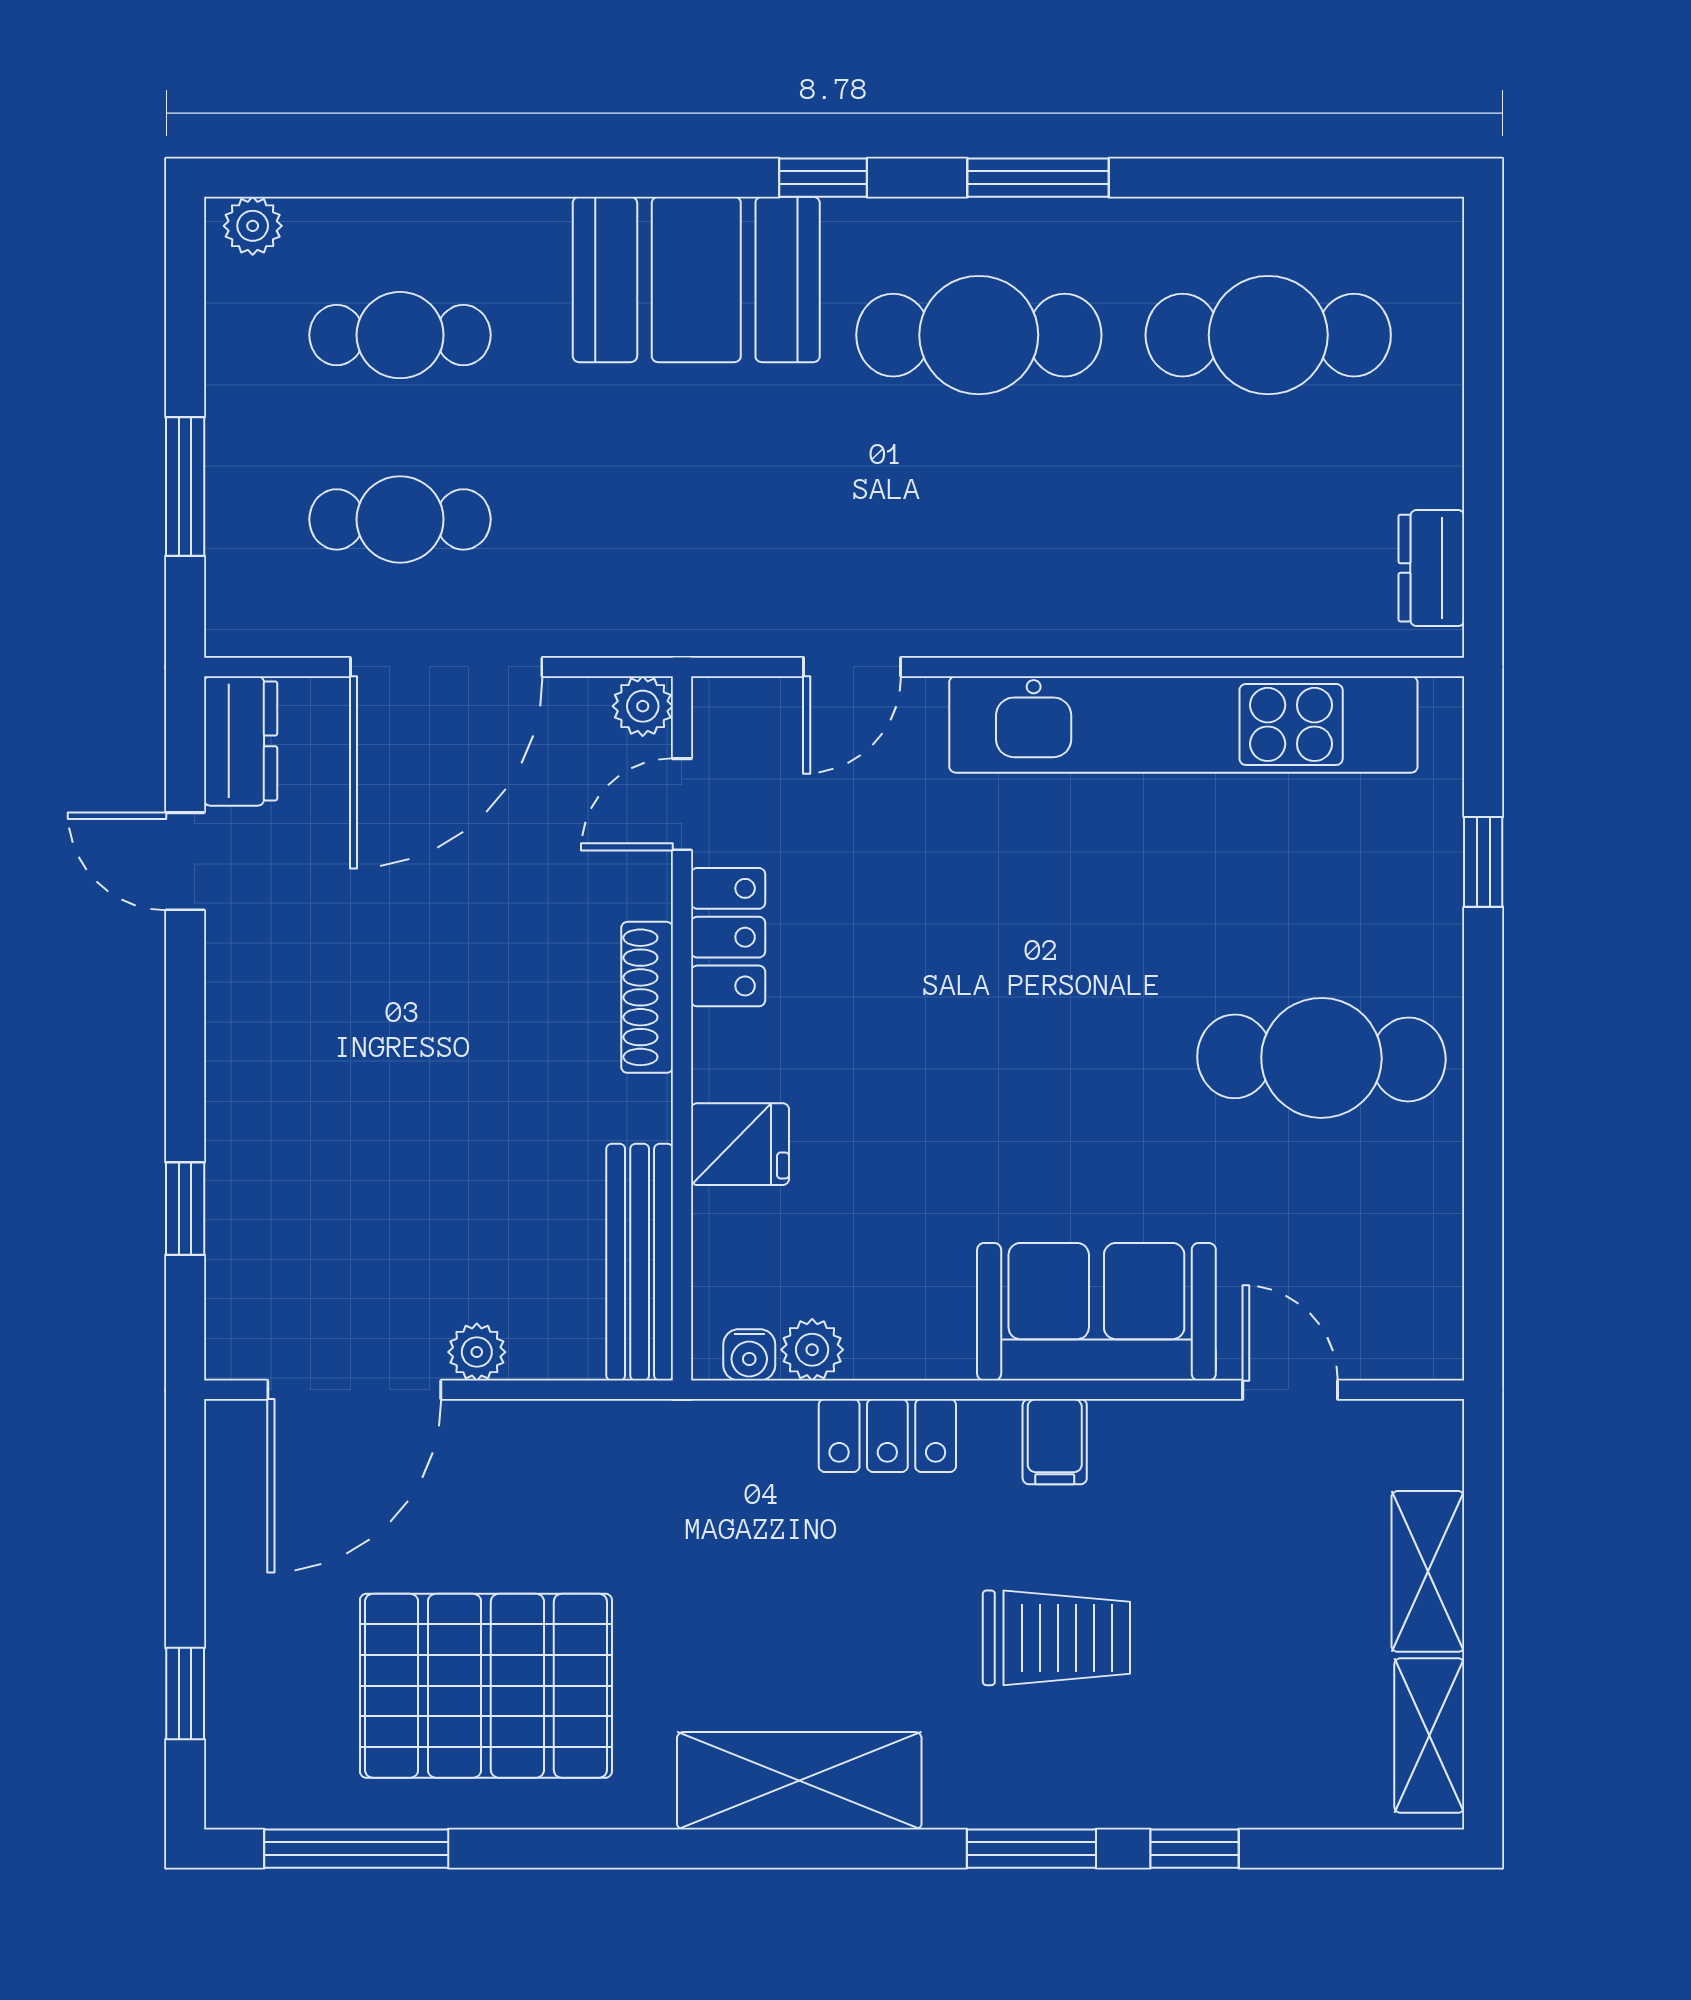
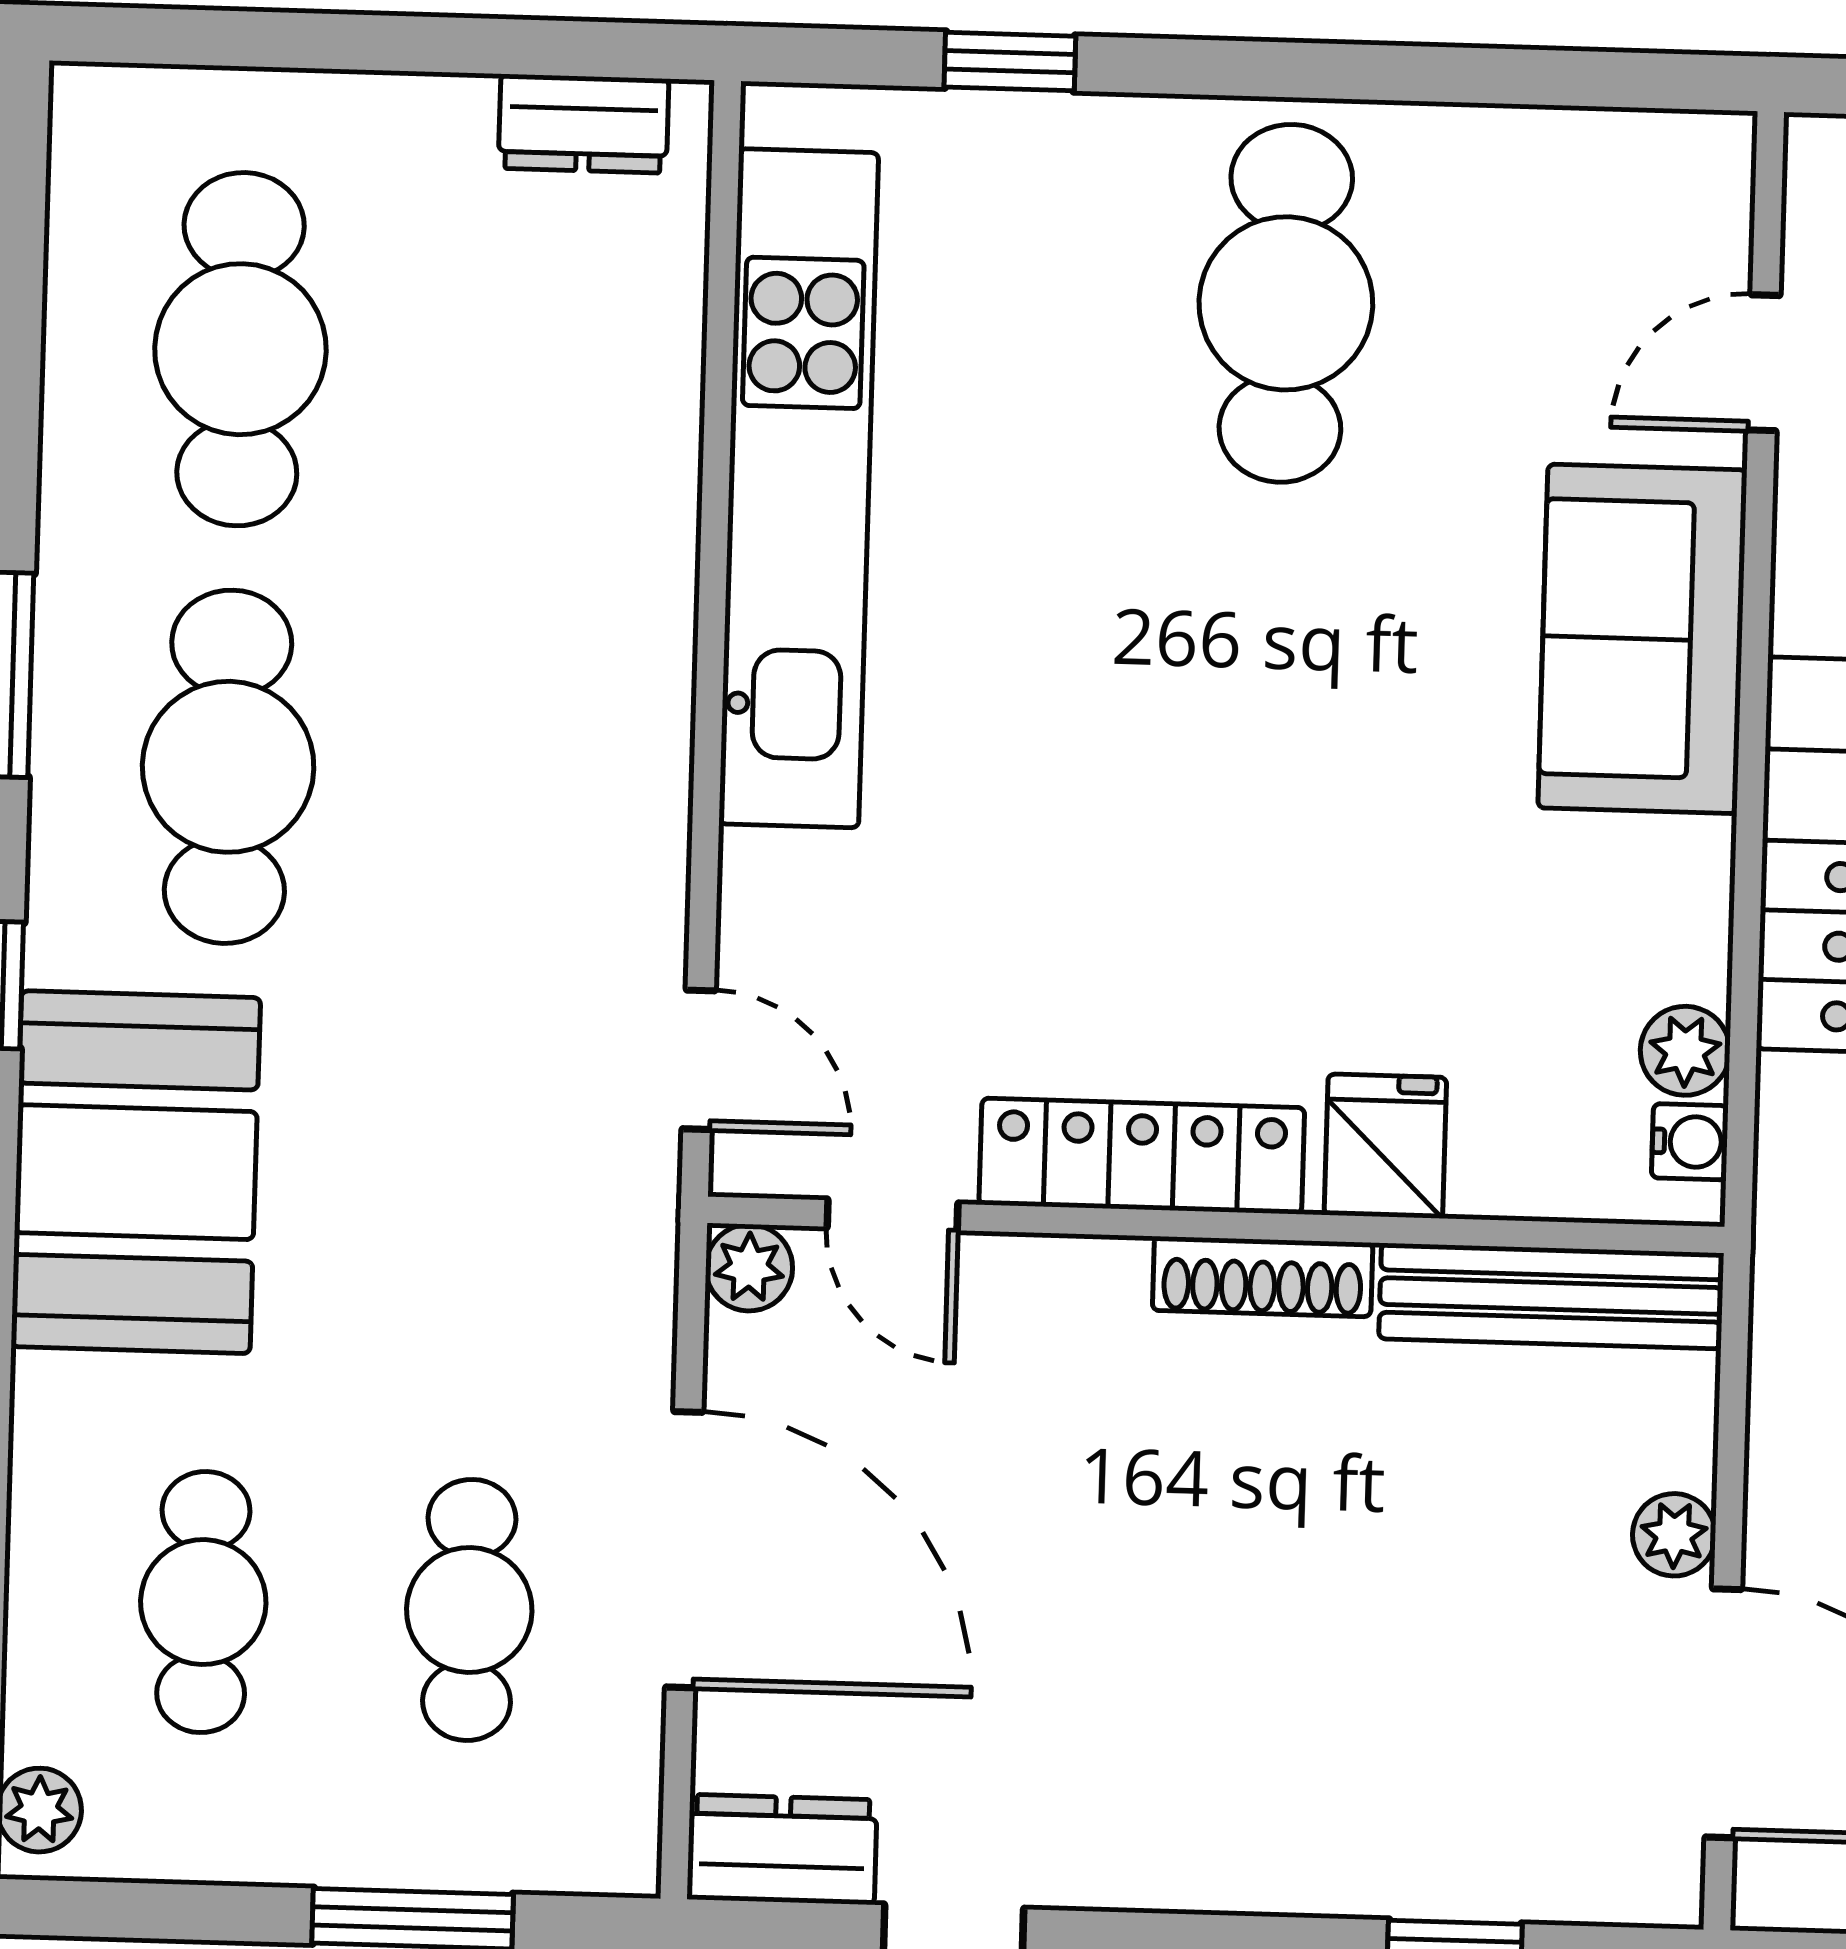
door: (852, 667) -> (699, 1060), moved
locker: (728, 937) -> (1142, 1156), width x1.53
shoe rack: (647, 997) -> (1263, 1277), moved

